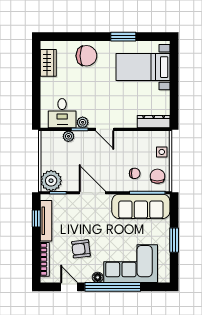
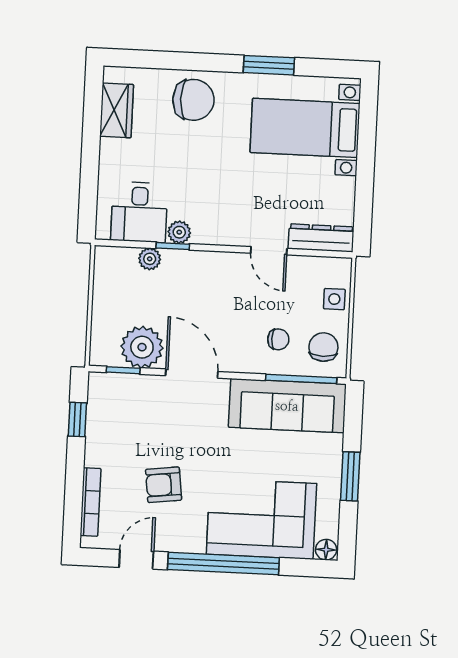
door: (105, 129) -> (269, 251), moved
plant: (51, 181) -> (142, 347), moved
tv unit: (46, 221) -> (97, 425), removed
floor lamp: (98, 277) -> (326, 550), moved
door: (69, 287) -> (136, 559), hinge flipped

